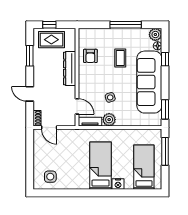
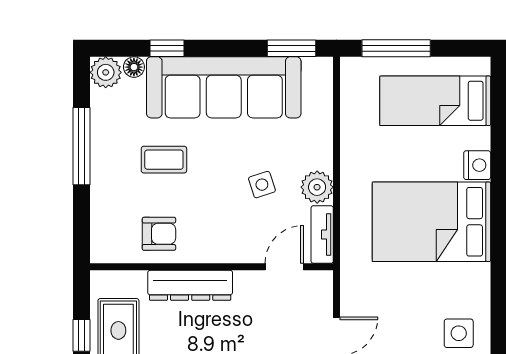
bed: (101, 166) -> (431, 222), width x1.50

